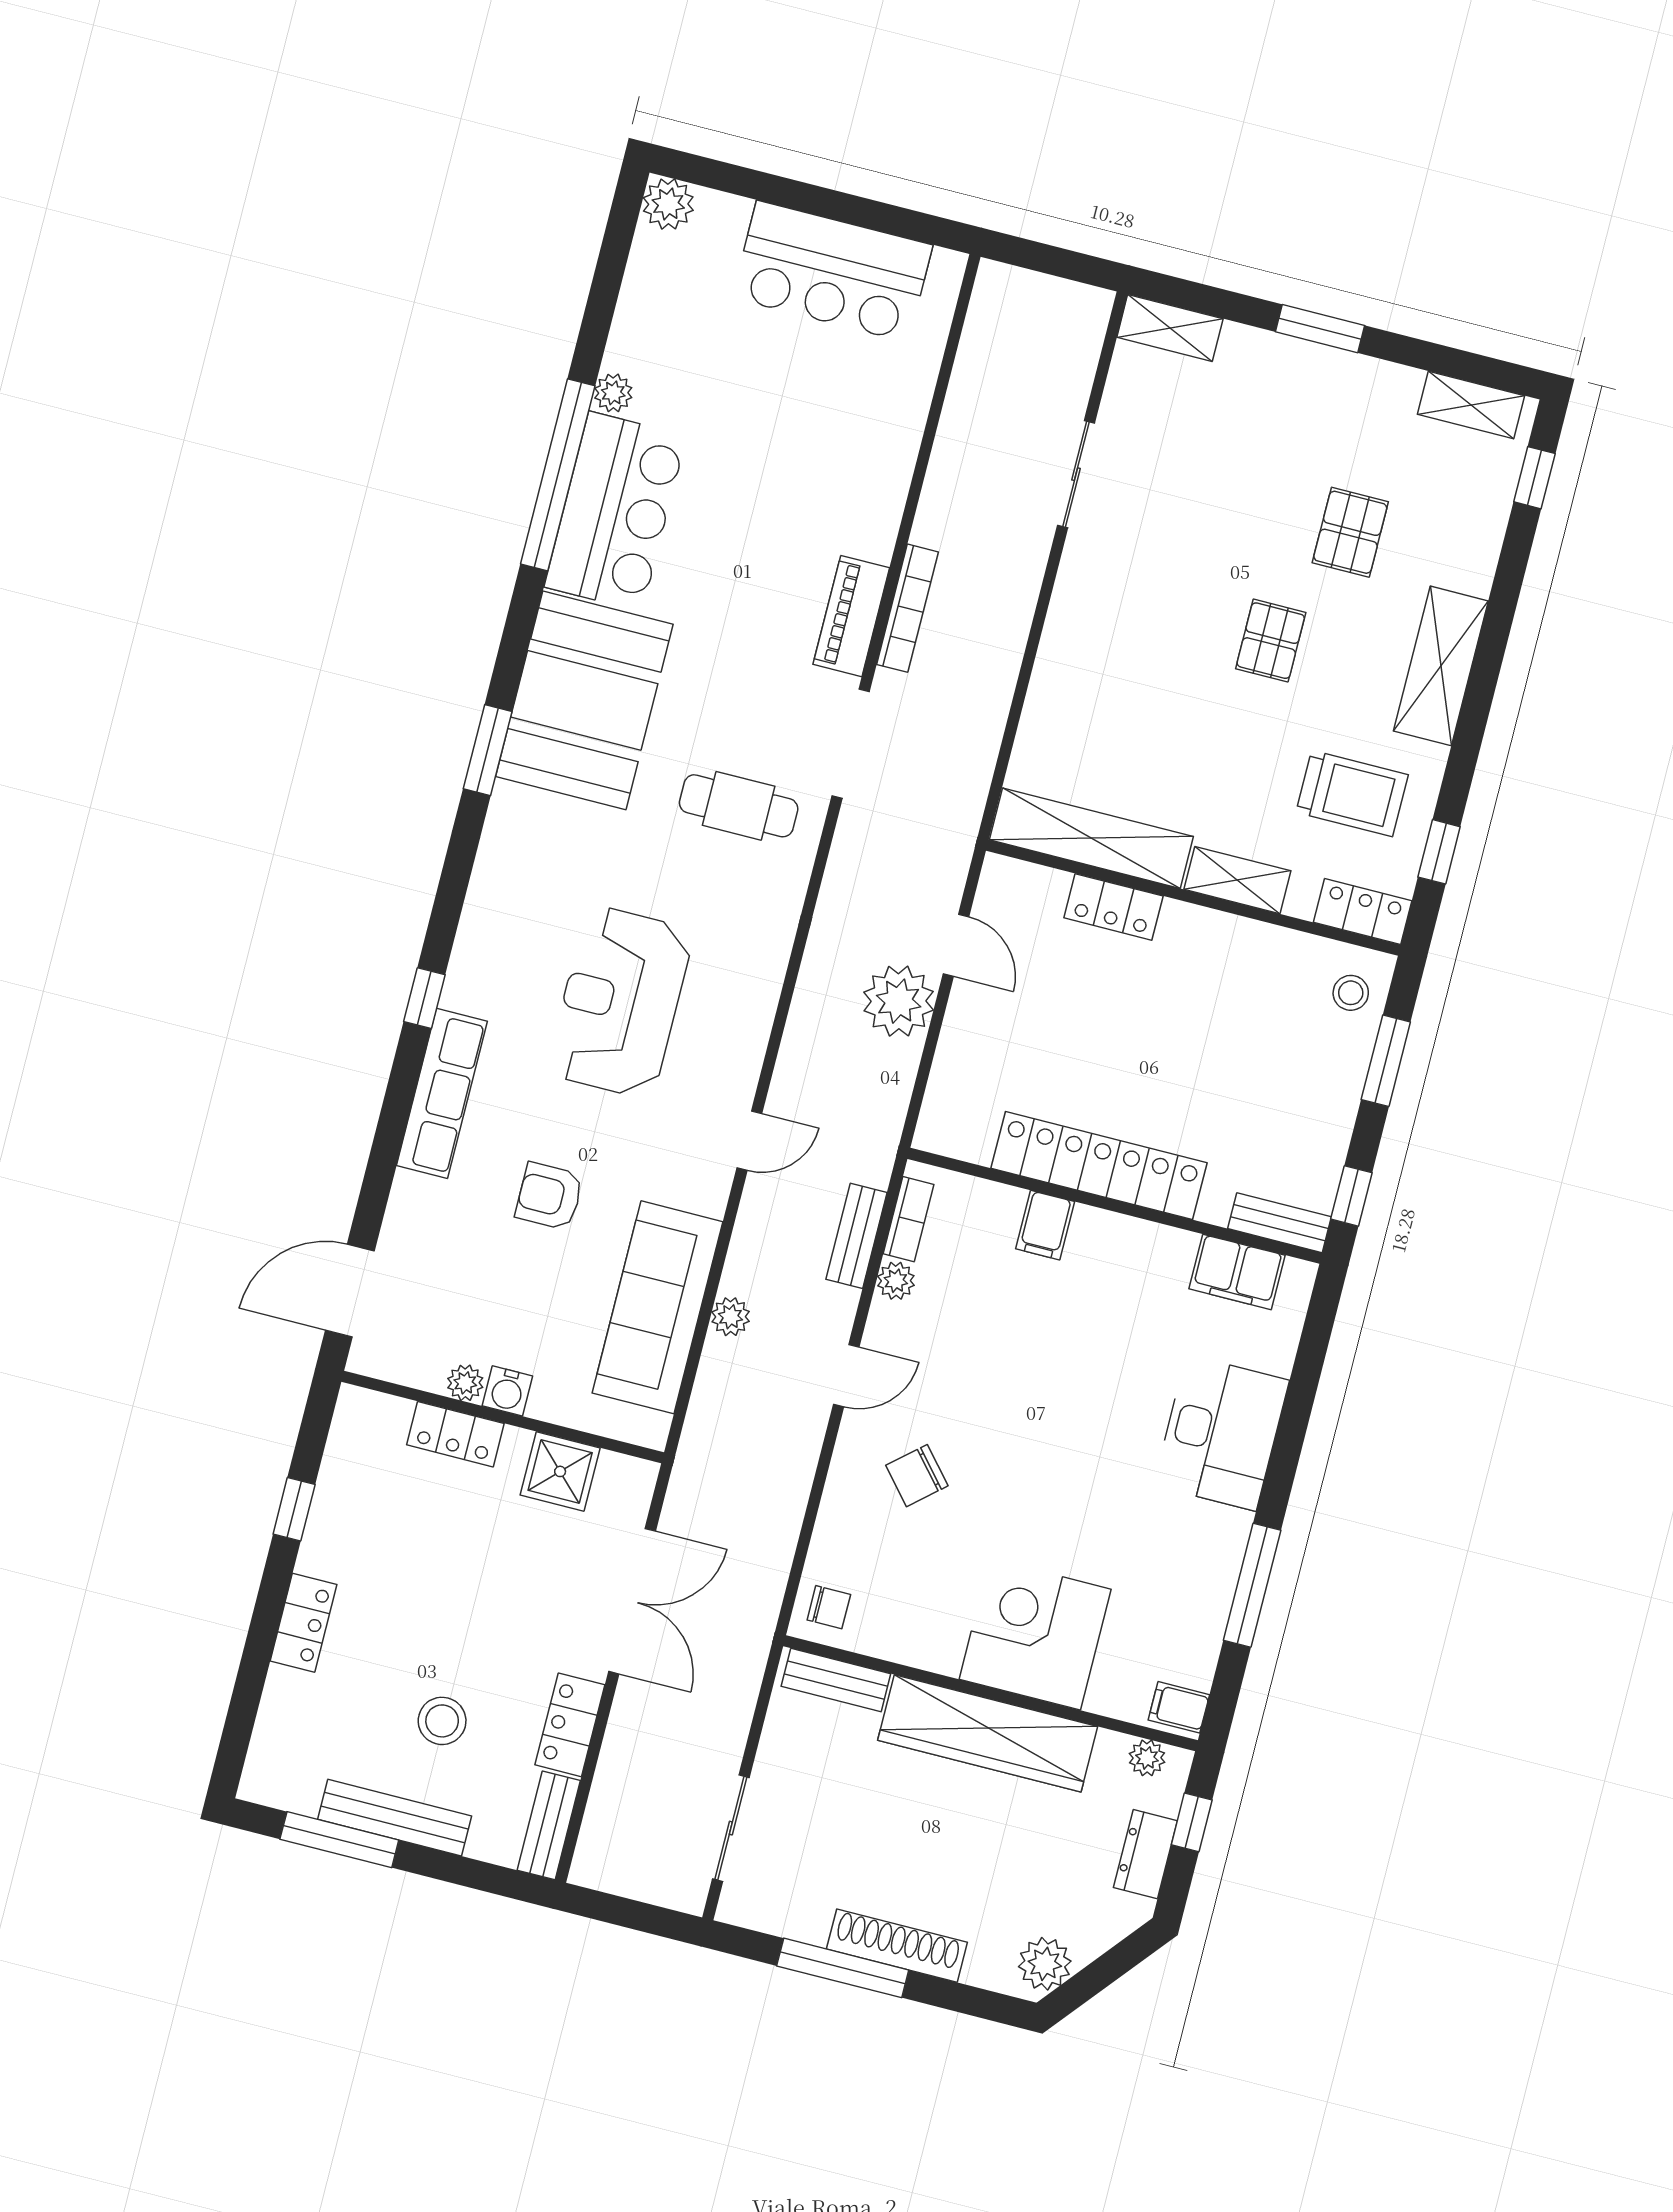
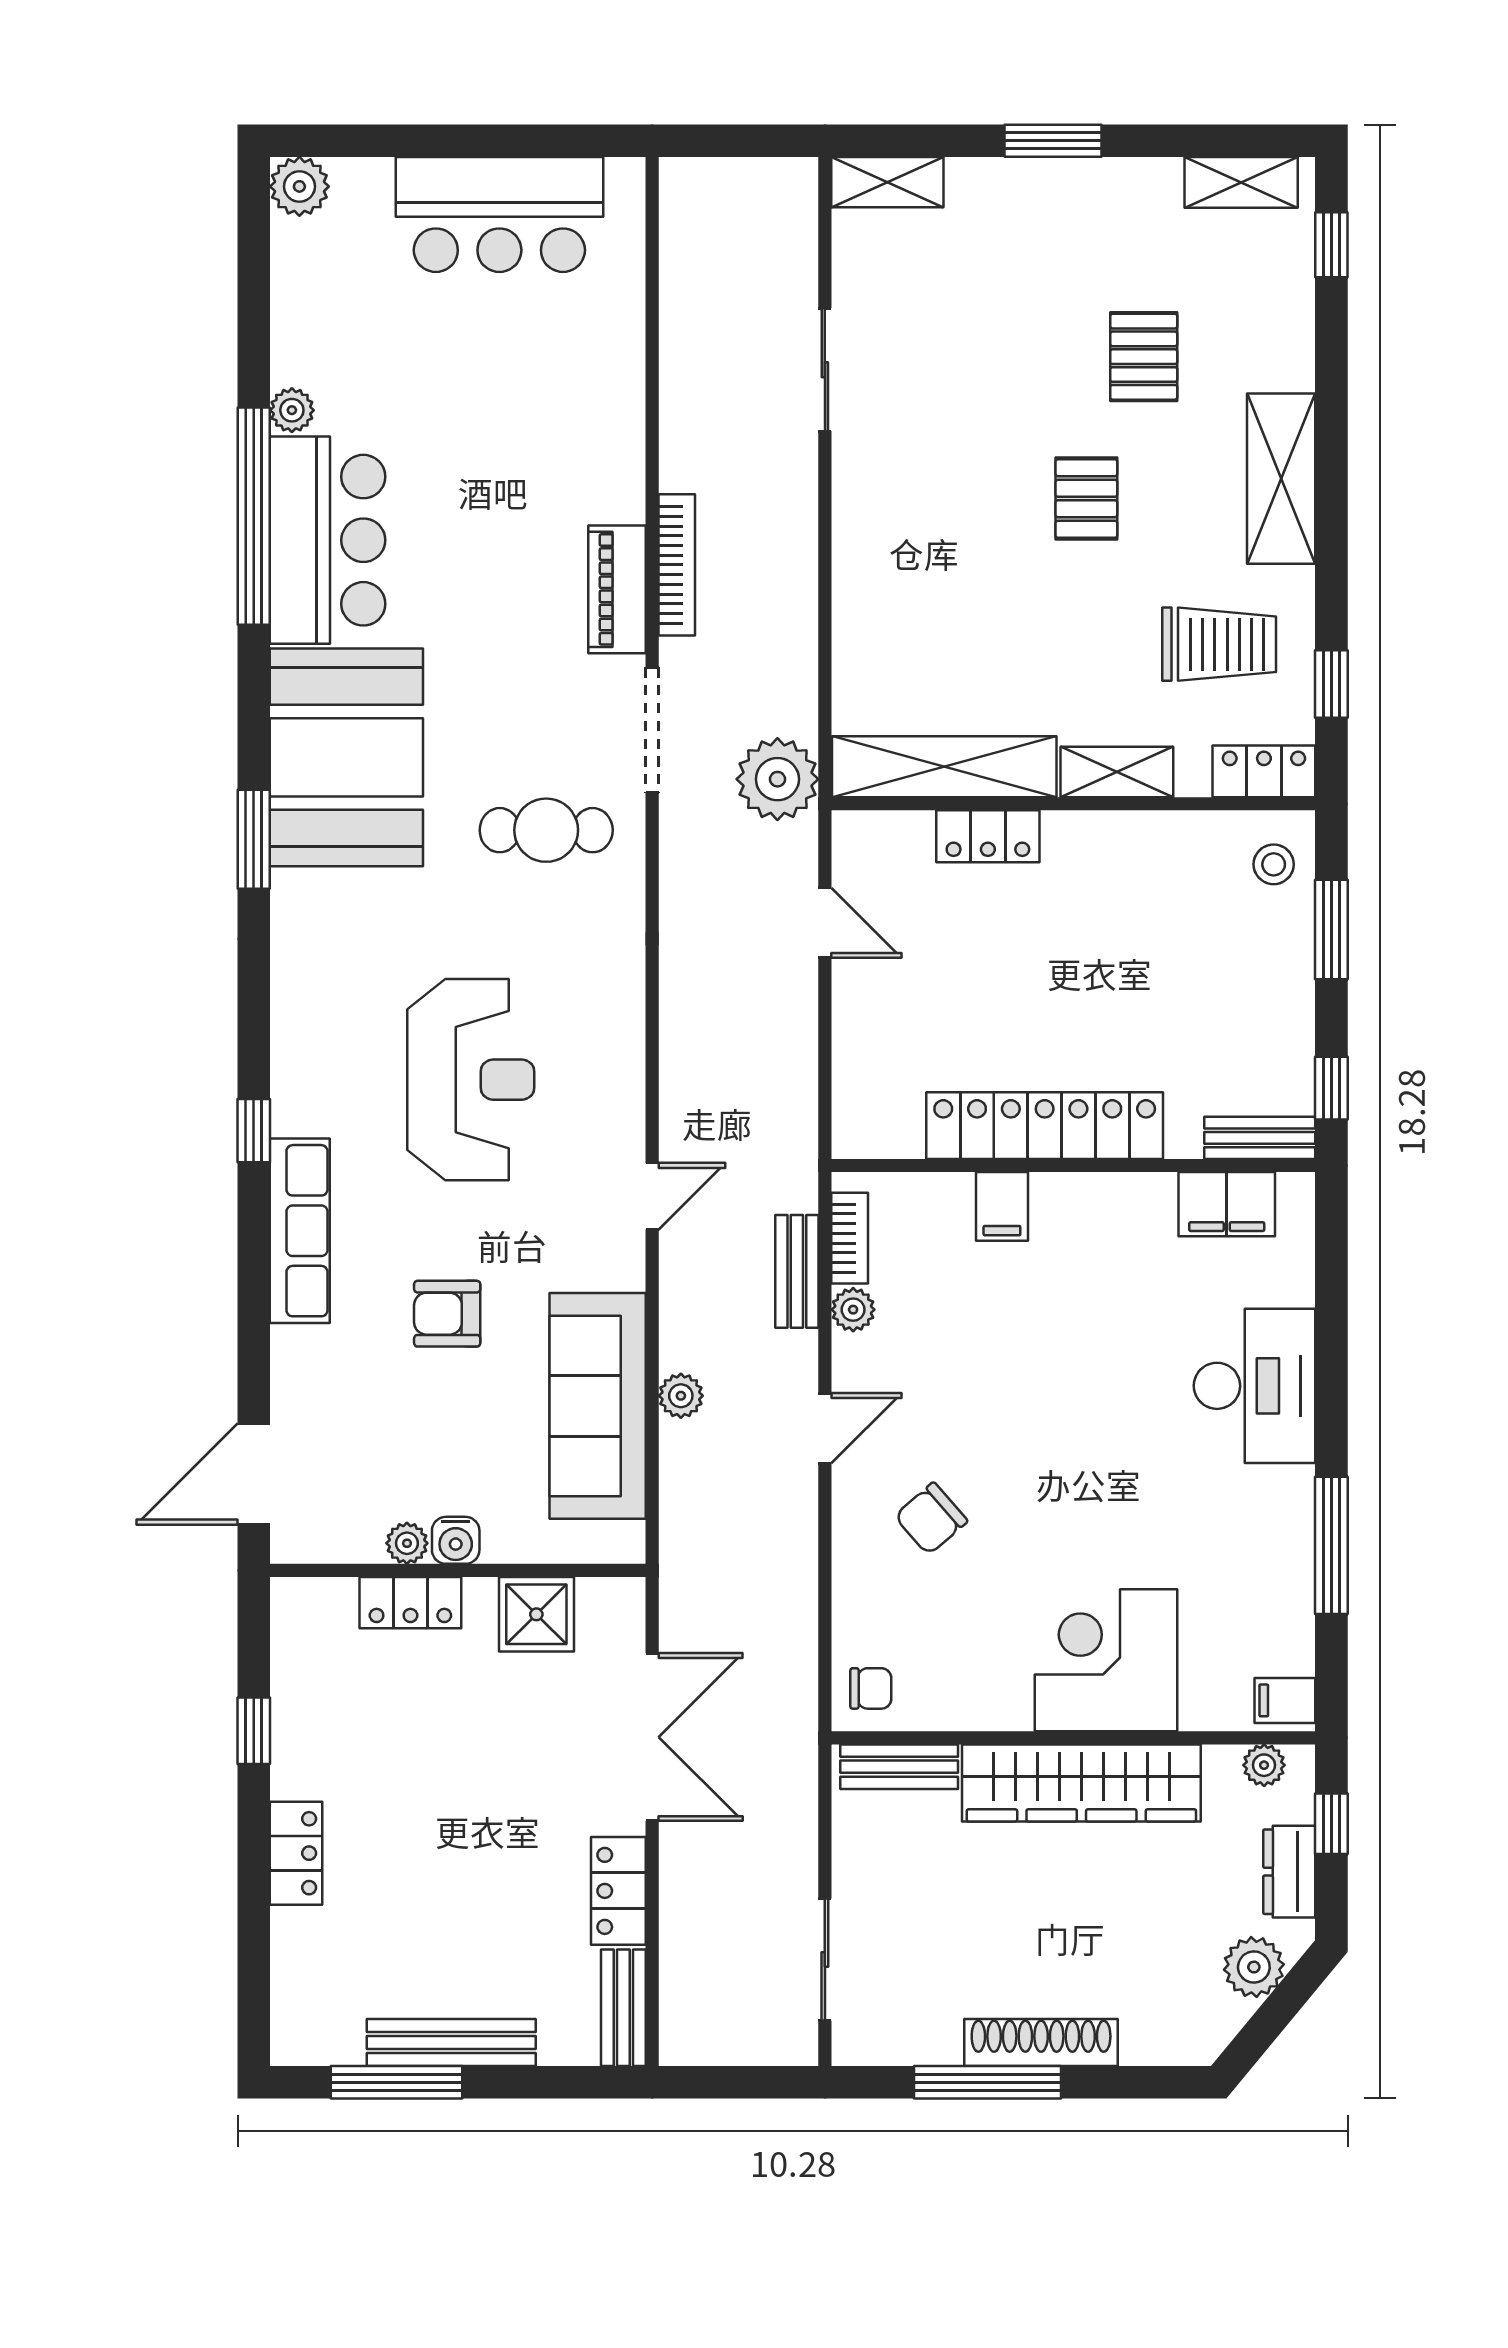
plant: (899, 1001) -> (777, 779), moved
reception desk: (620, 1002) -> (471, 1080), turned 180
stool: (442, 1721) -> (476, 1922), removed
plant: (1045, 1964) -> (1254, 1967), moved

